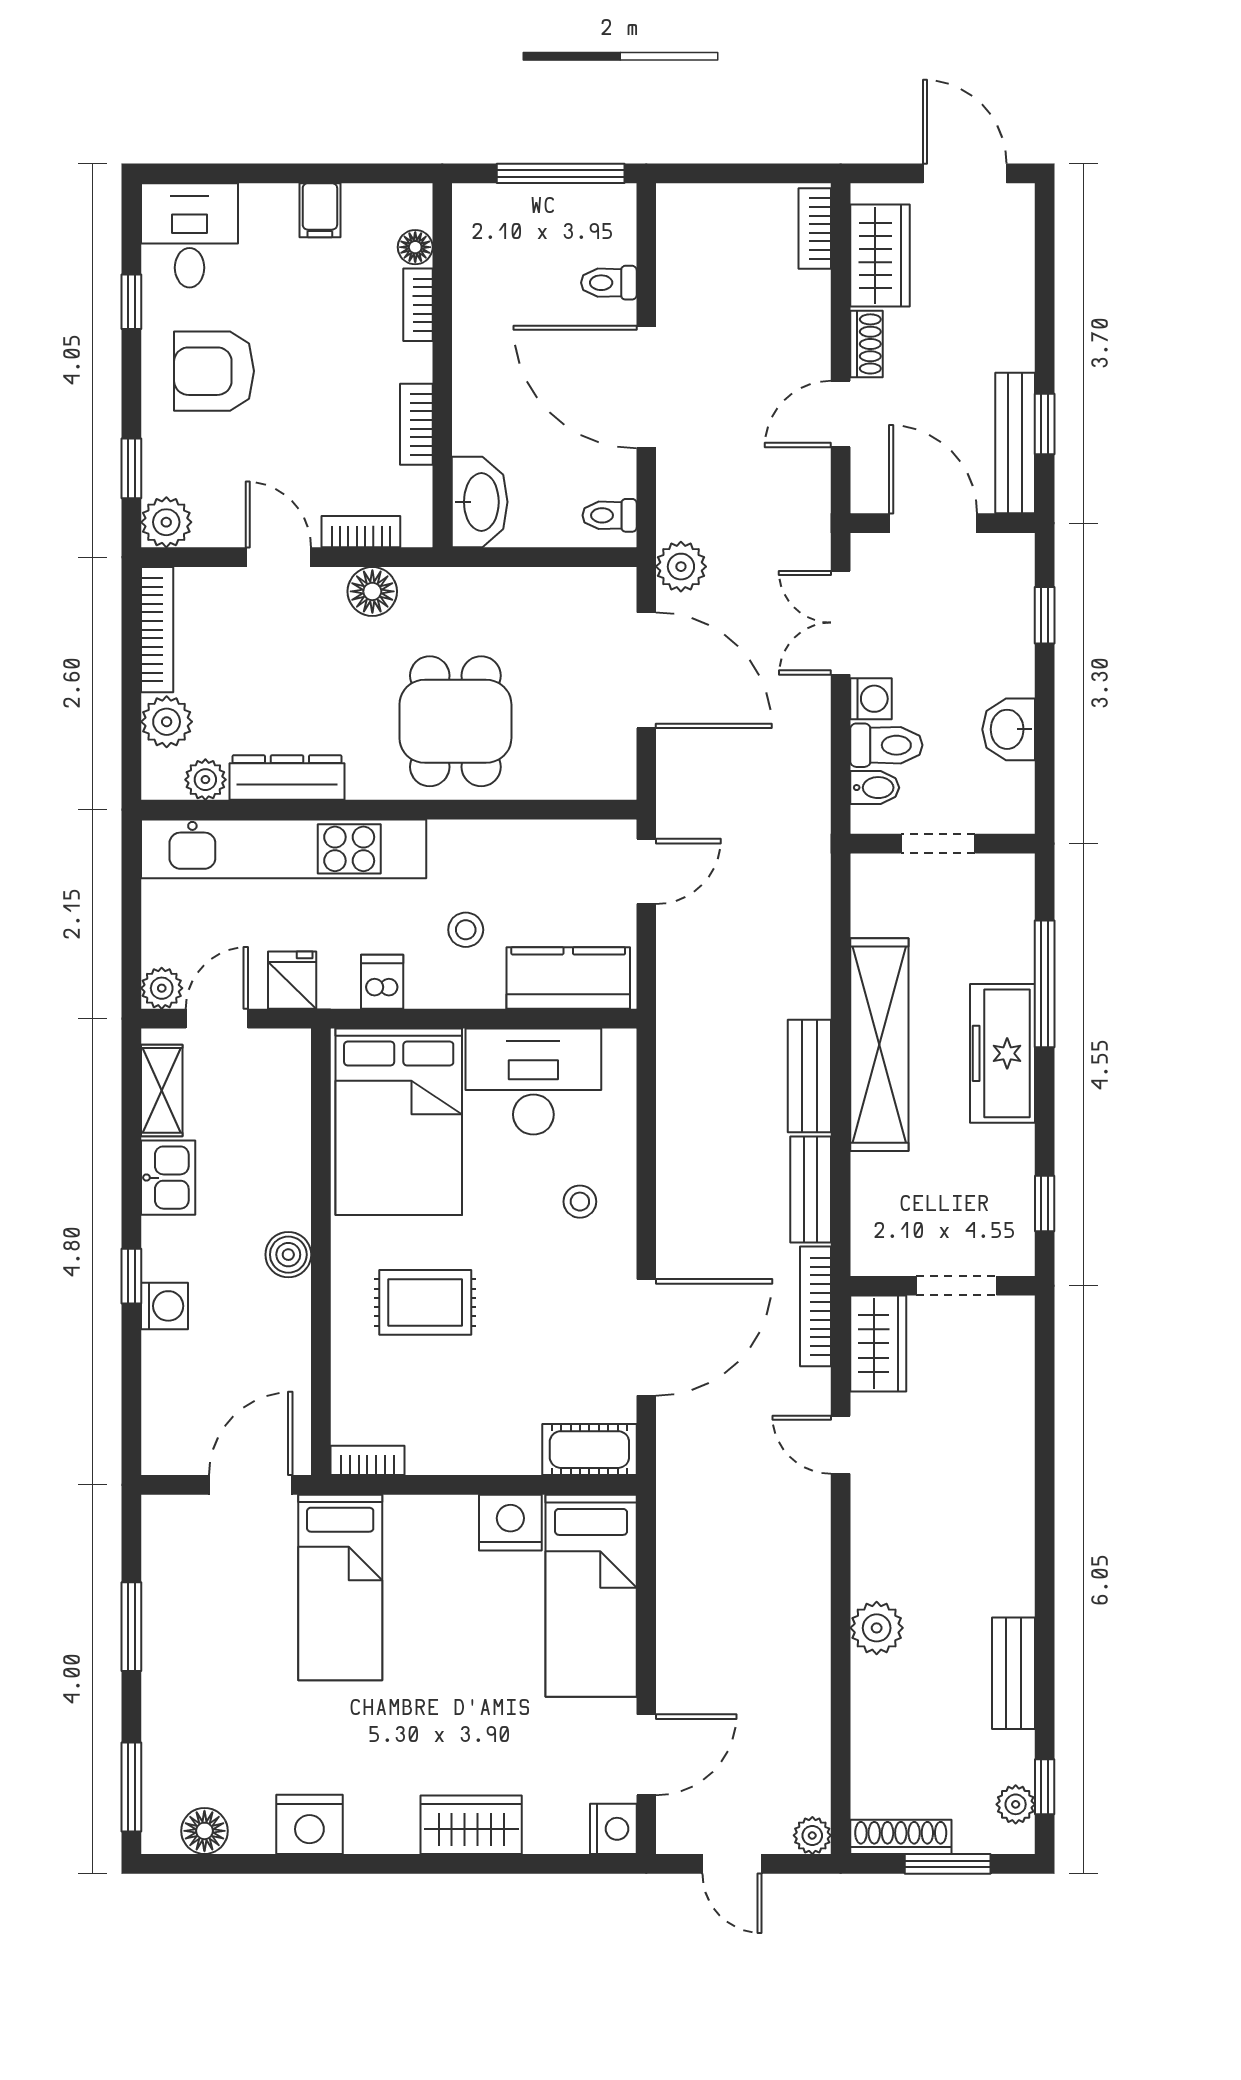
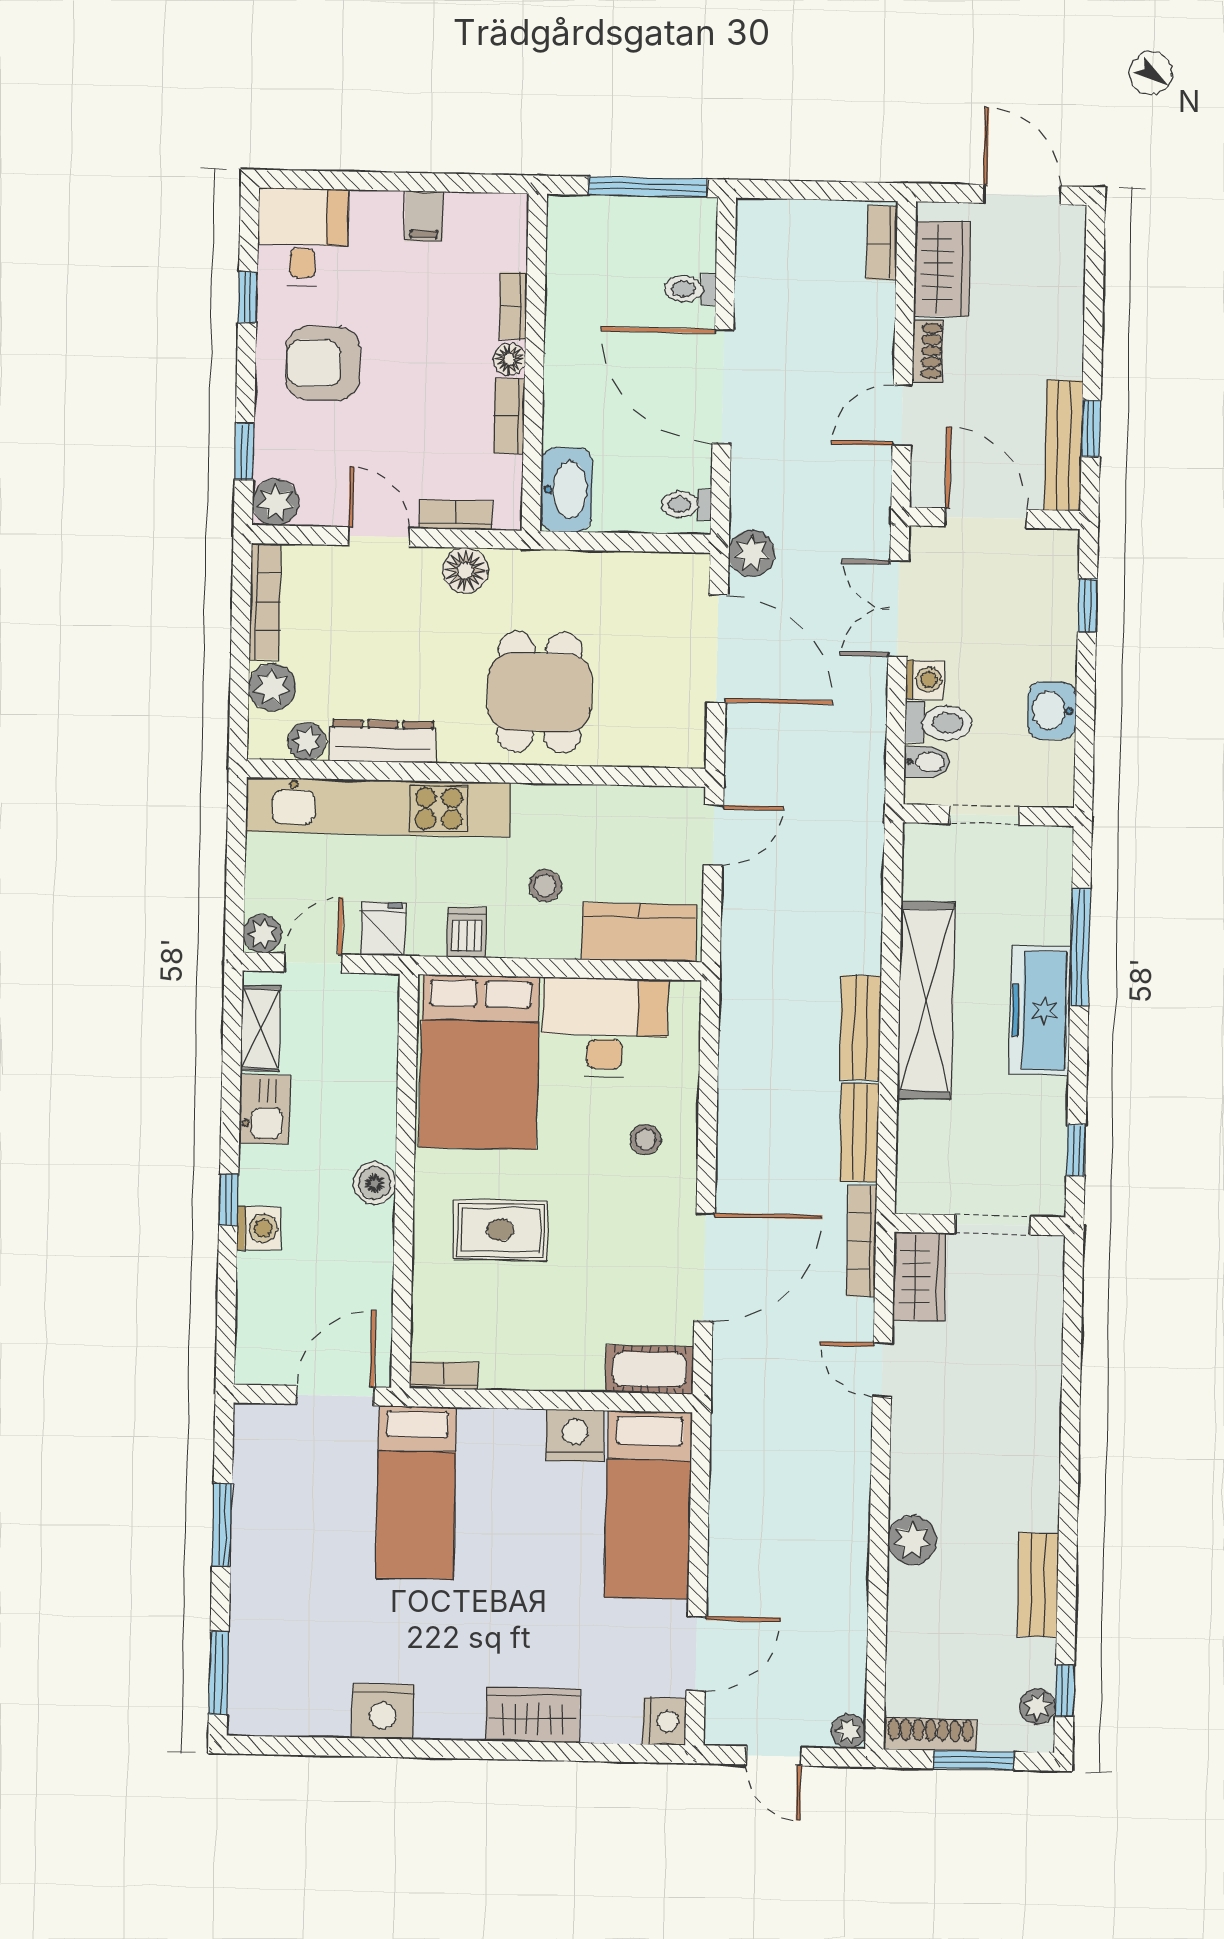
floor lamp: (415, 247) -> (509, 359), moved
floor lamp: (204, 1831) -> (286, 1715), removed

